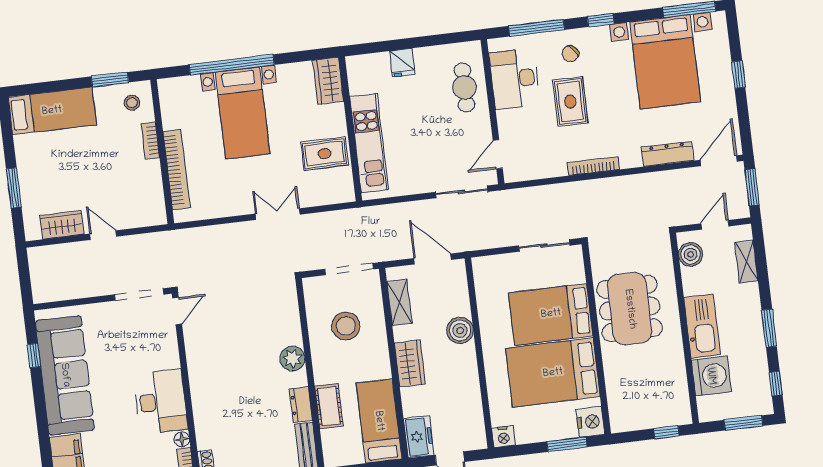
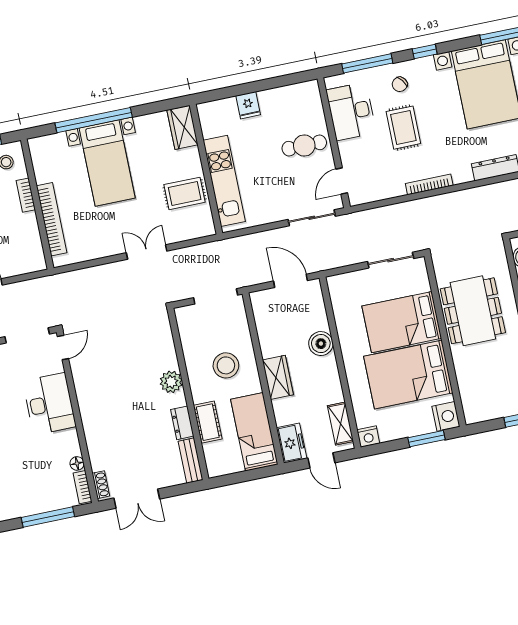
cafe table: (464, 87) -> (304, 146), moved, turned 90
shelving: (399, 302) -> (340, 424), moved
stool: (346, 326) -> (226, 365), moved
desk: (161, 402) -> (49, 404), moved

